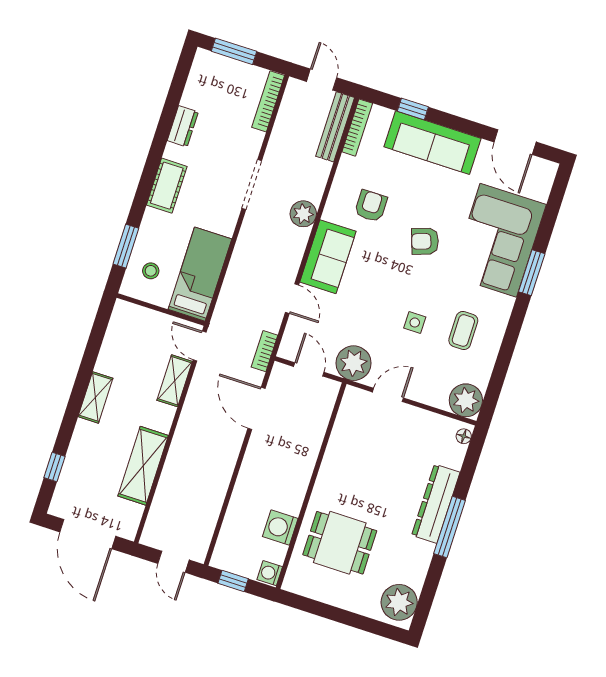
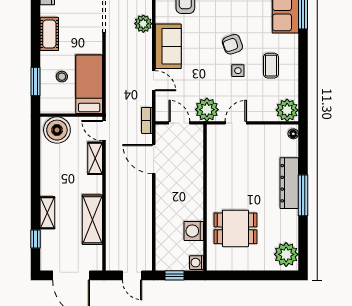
armchair: (425, 241) -> (232, 44), moved
stool: (151, 271) -> (62, 77), moved
boiler: (134, 324) -> (57, 130), added
shelving: (95, 397) -> (47, 213), moved

